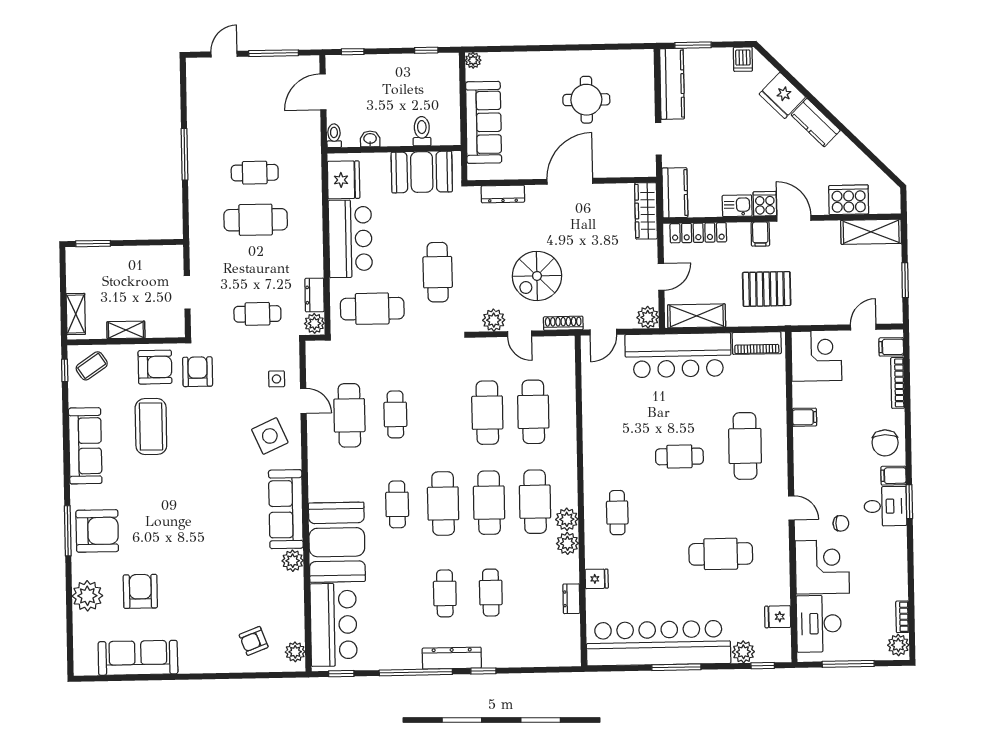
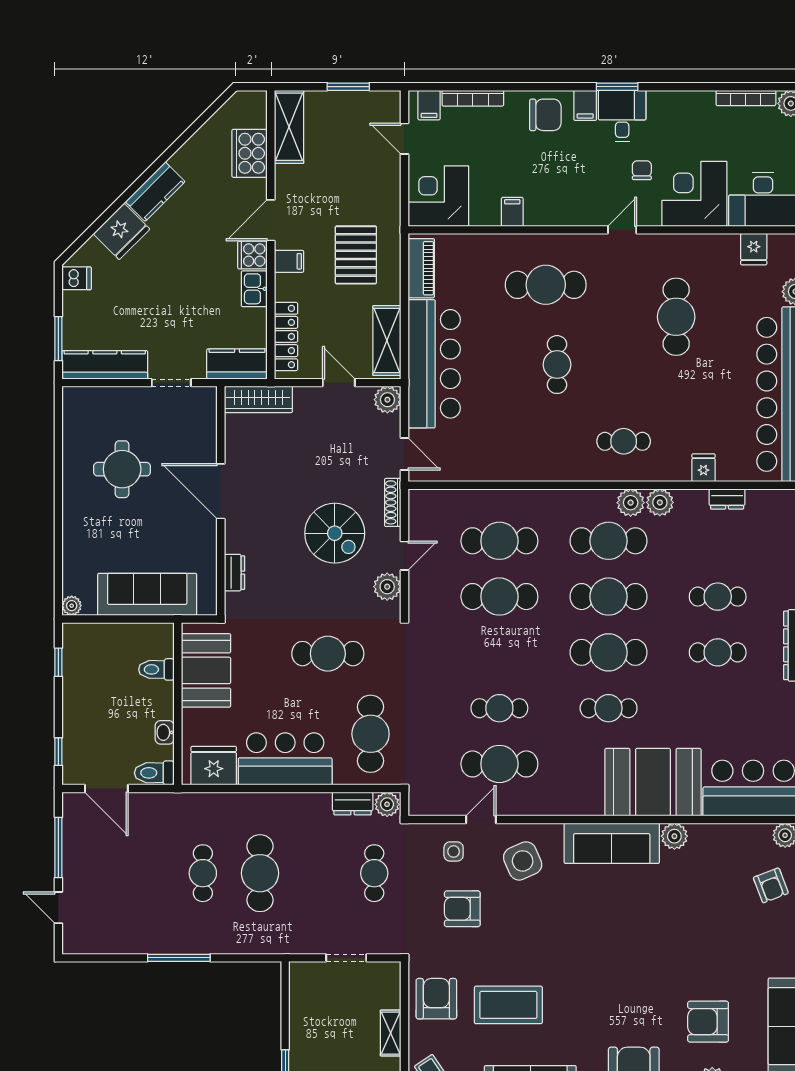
toilet: (334, 136) -> (154, 773), width x1.37, depth x1.39
dresser: (503, 194) -> (234, 573), width x0.70
armchair: (198, 372) -> (462, 909), moved
bookcase: (902, 617) -> (746, 98), width x1.56

